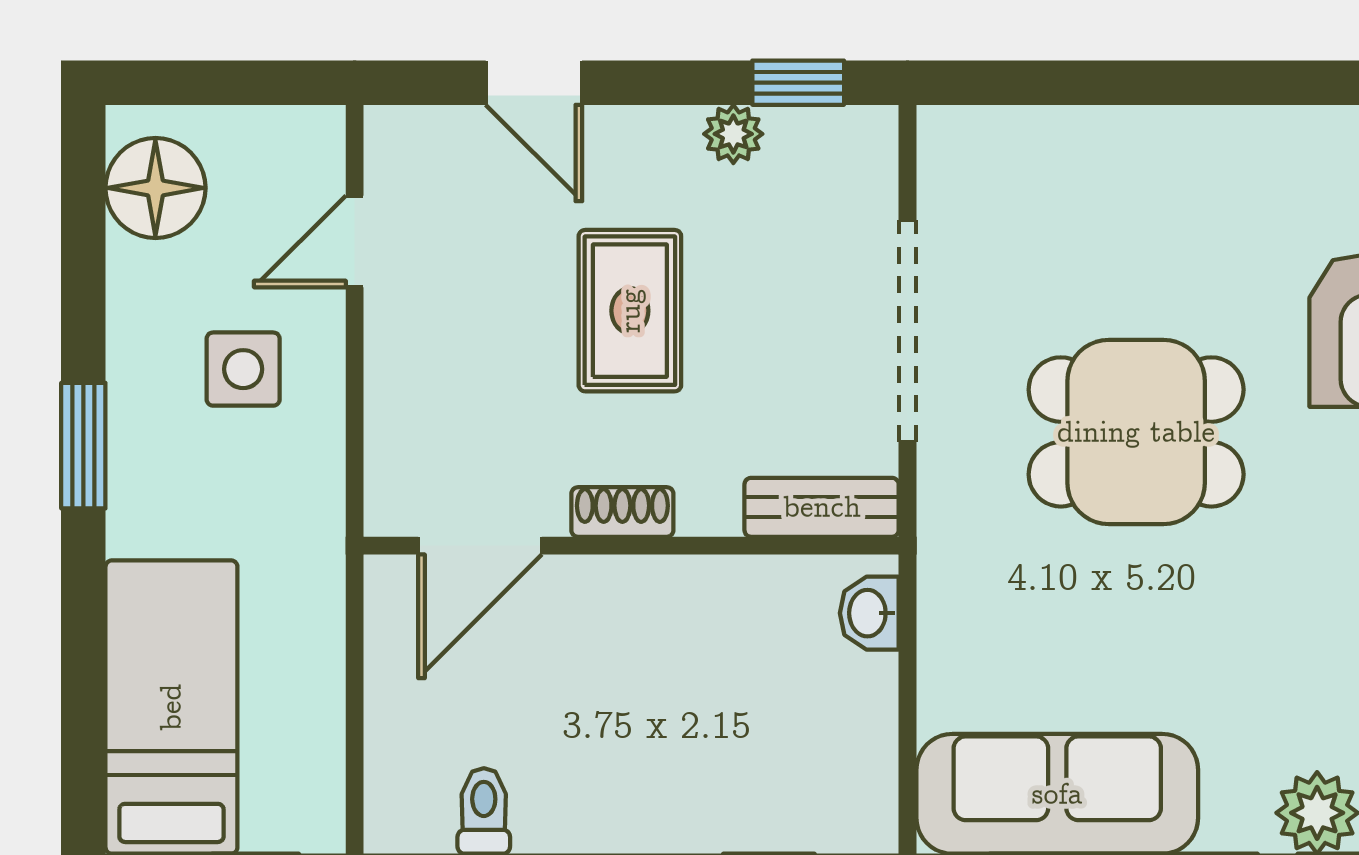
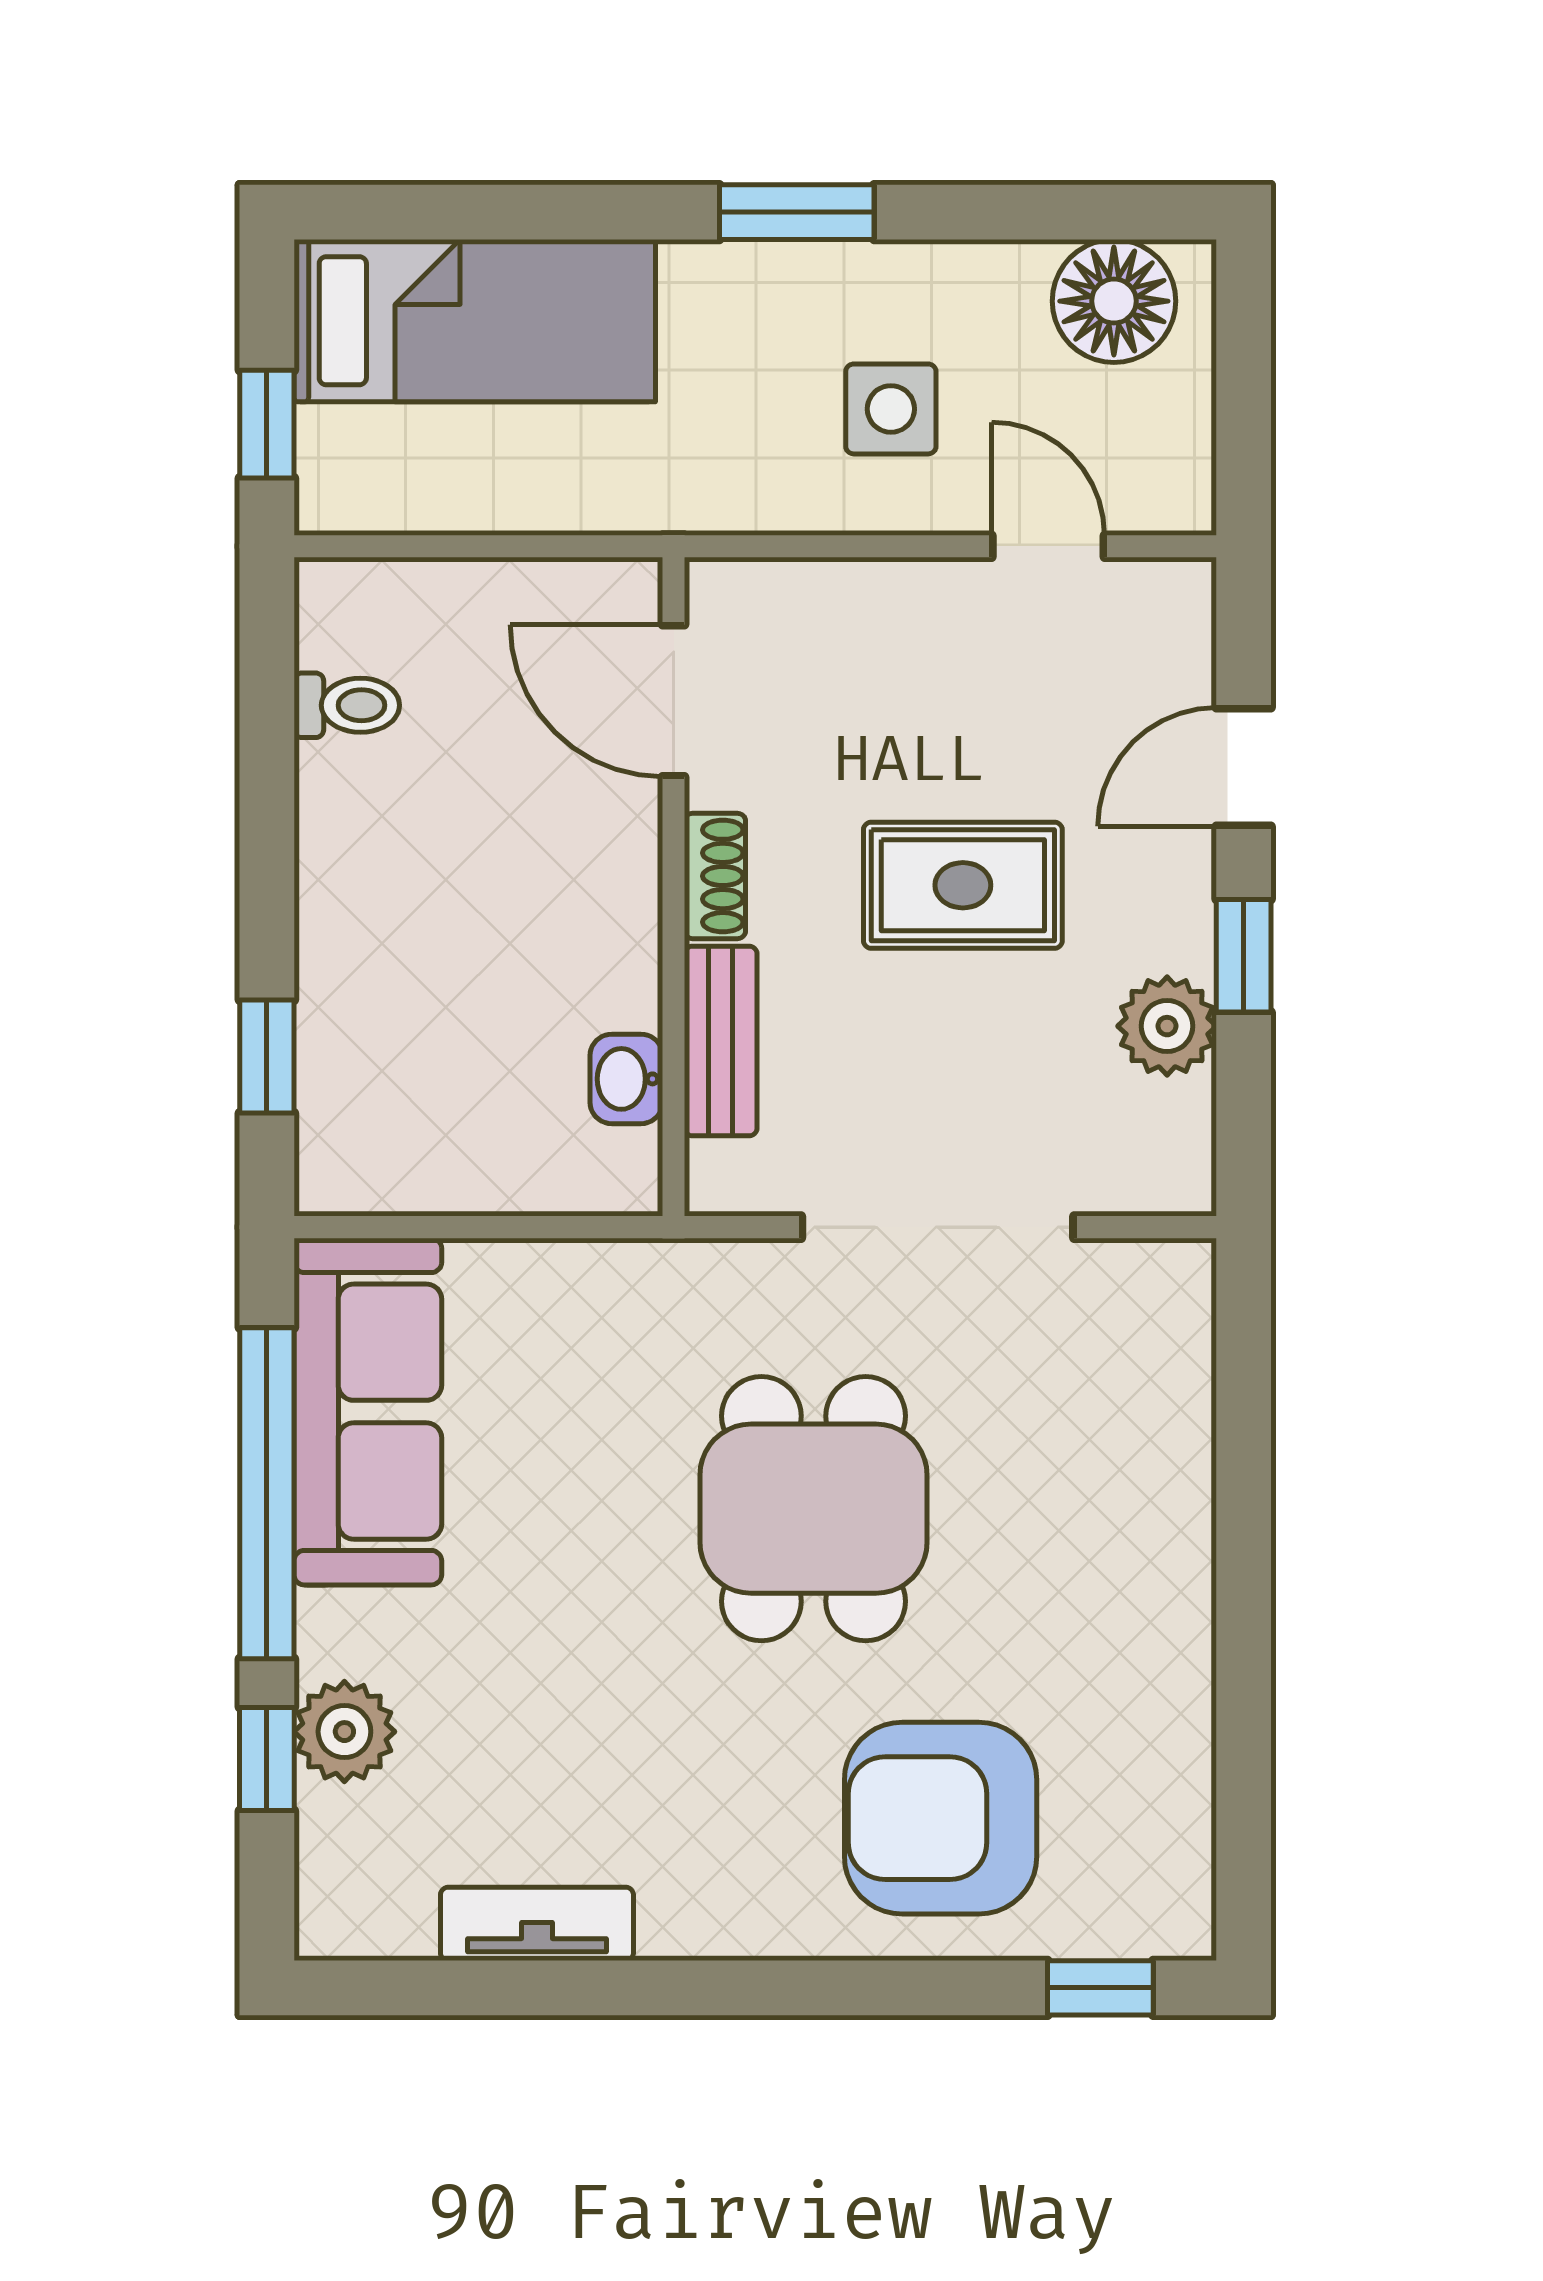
window: (798, 83) -> (1244, 956), moved
plant: (733, 134) -> (1167, 1026), width x1.38, depth x1.38
bench: (822, 507) -> (721, 1041), moved
washbasin: (869, 613) -> (626, 1079), moved, turned -90

